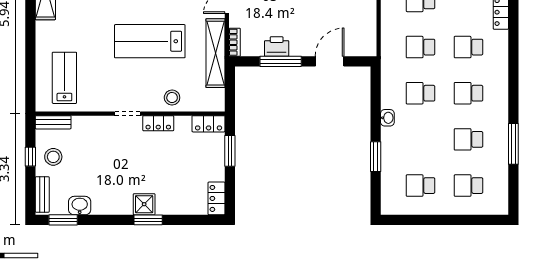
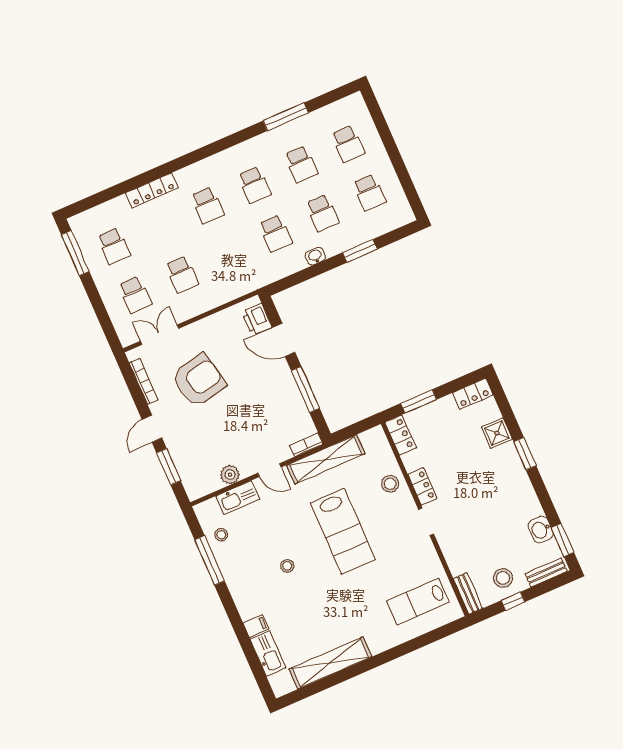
printer: (277, 47) -> (257, 320), moved
school desk: (421, 47) -> (322, 213), moved
shower: (144, 204) -> (497, 433), moved

